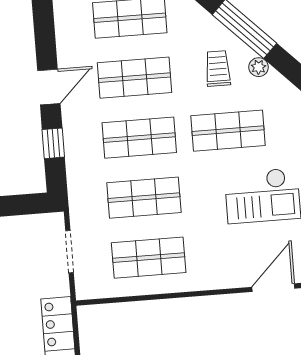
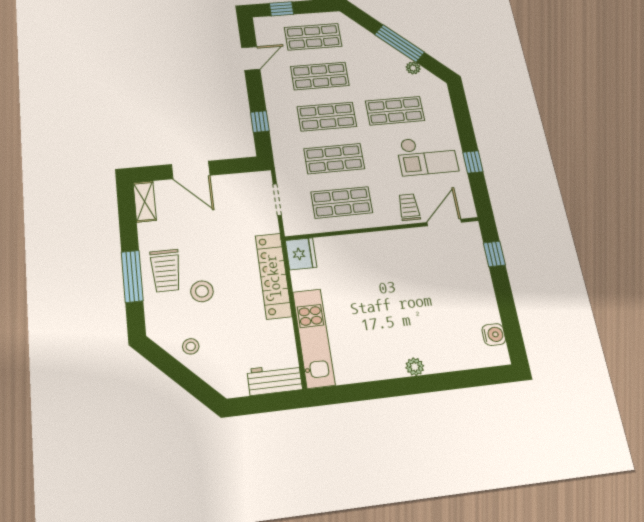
trolley: (218, 69) -> (409, 207), moved
door: (49, 87) -> (251, 58), moved
fridge: (94, 323) -> (301, 254), added

